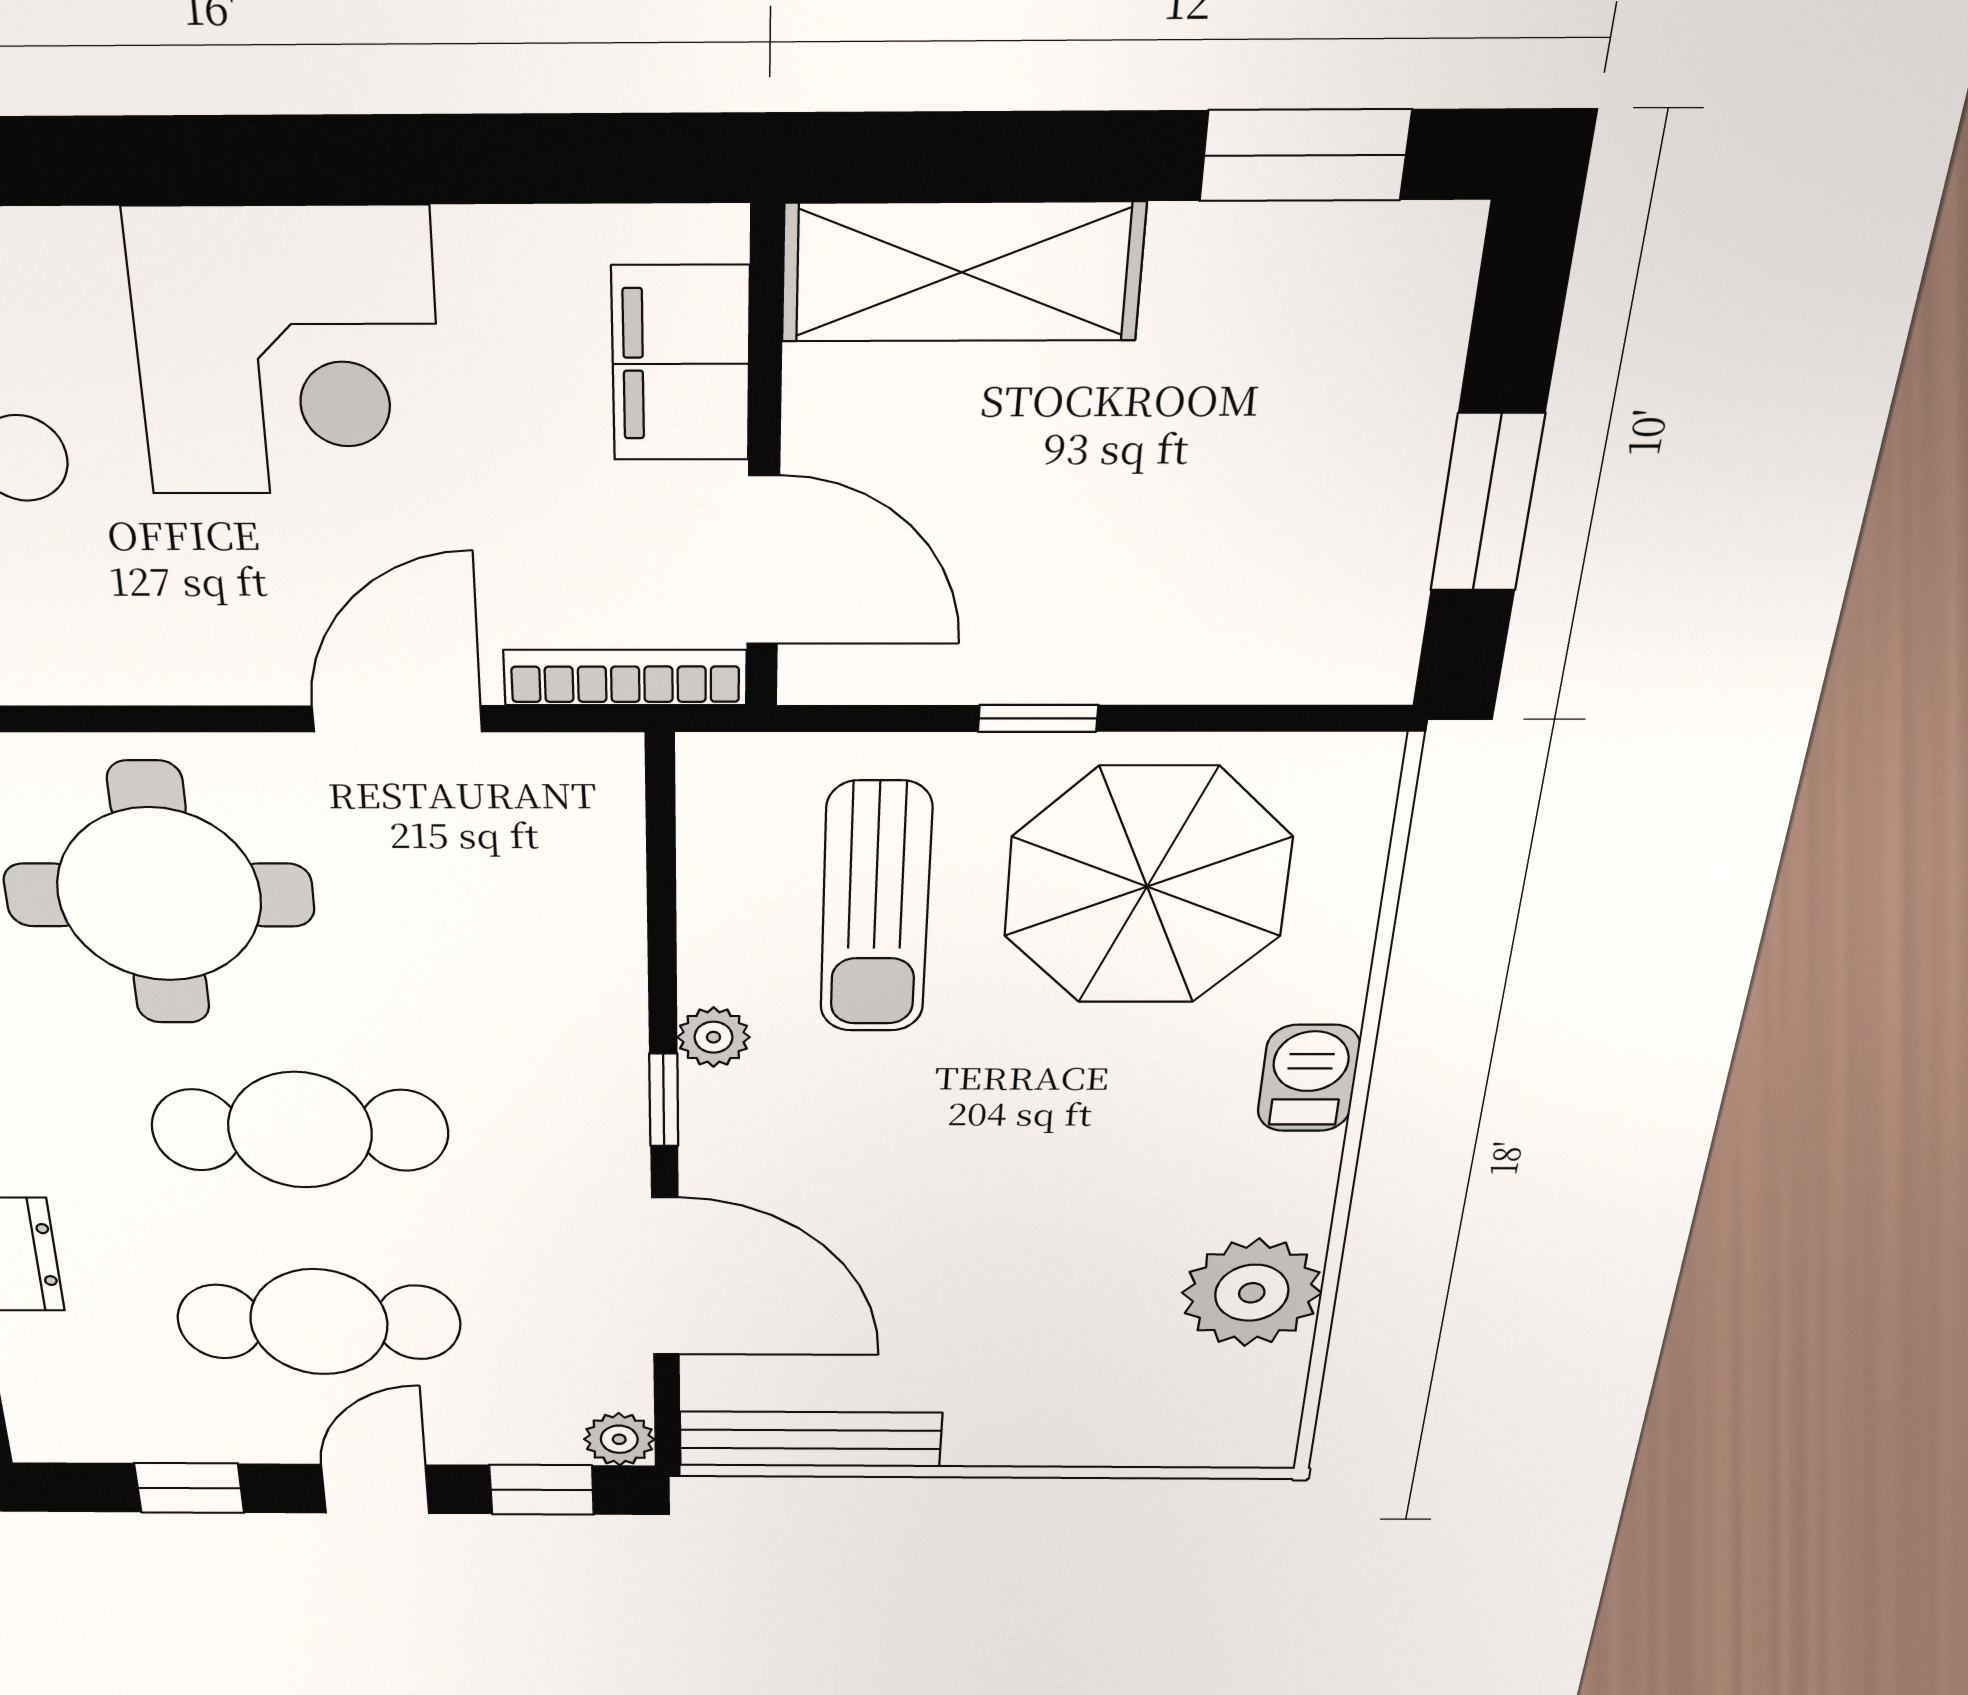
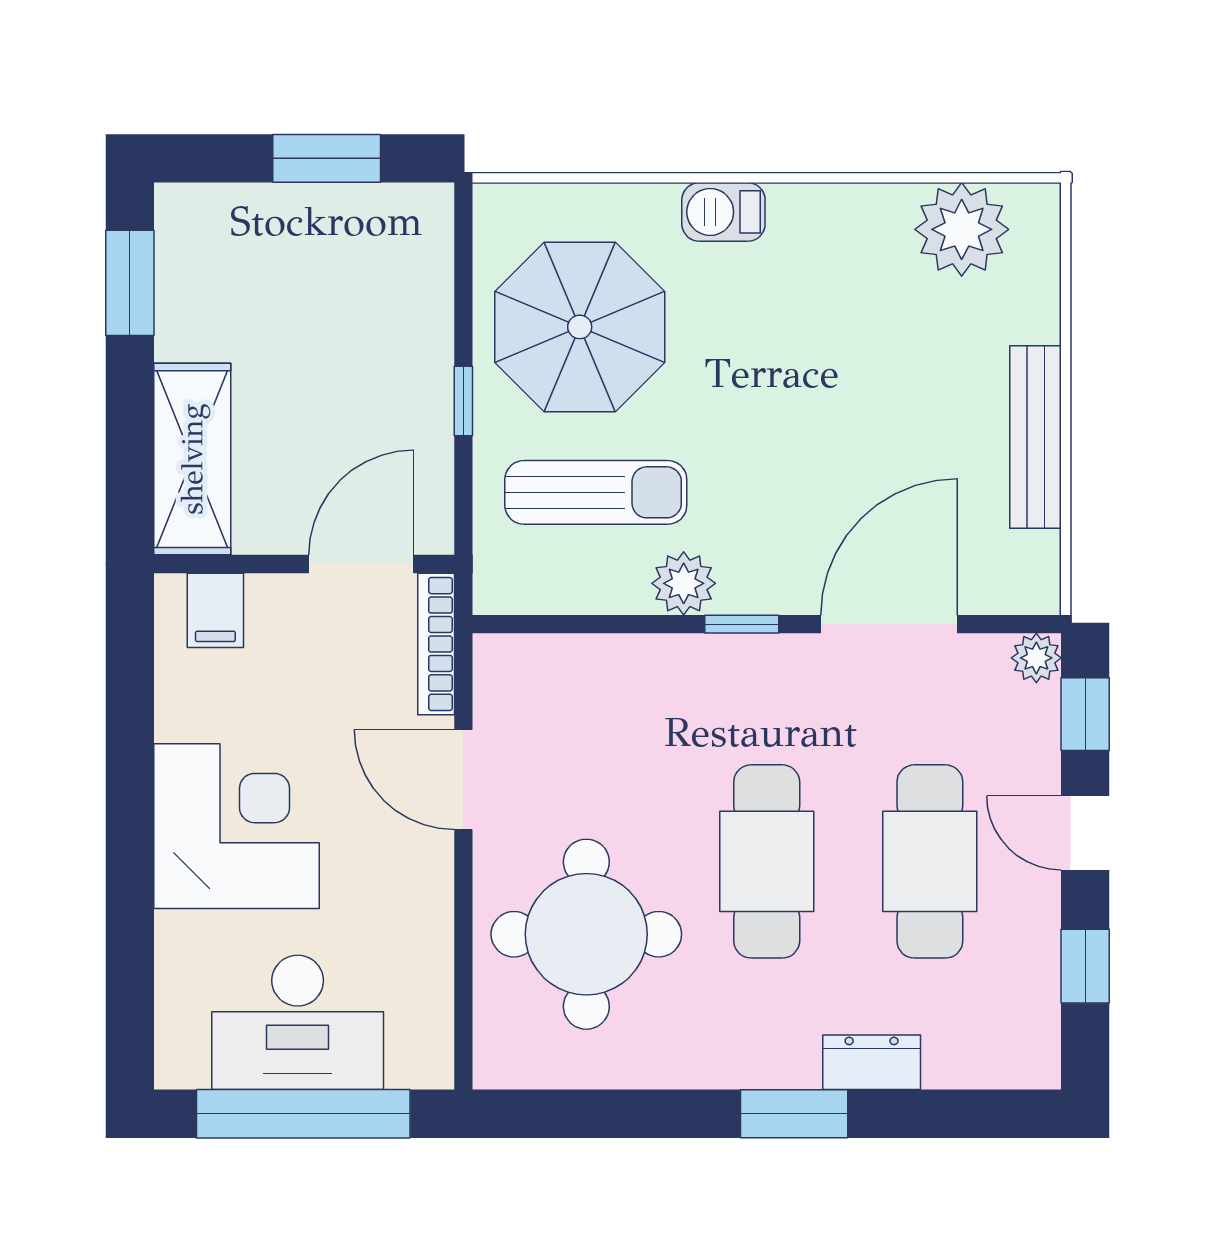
filing cabinet: (681, 364) -> (215, 610), width x0.50
plant: (713, 1037) -> (684, 583), width x1.38, depth x1.38
plant: (1252, 1293) -> (962, 229), moved
bench: (810, 1439) -> (1036, 437), moved

